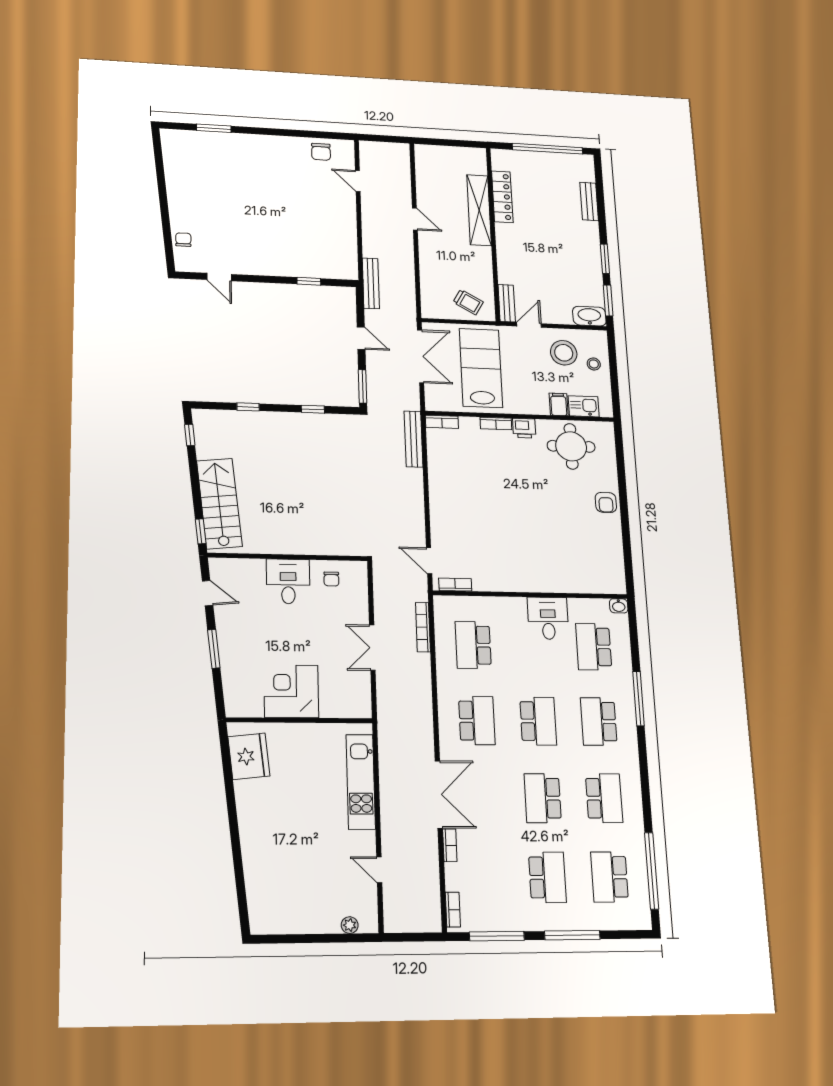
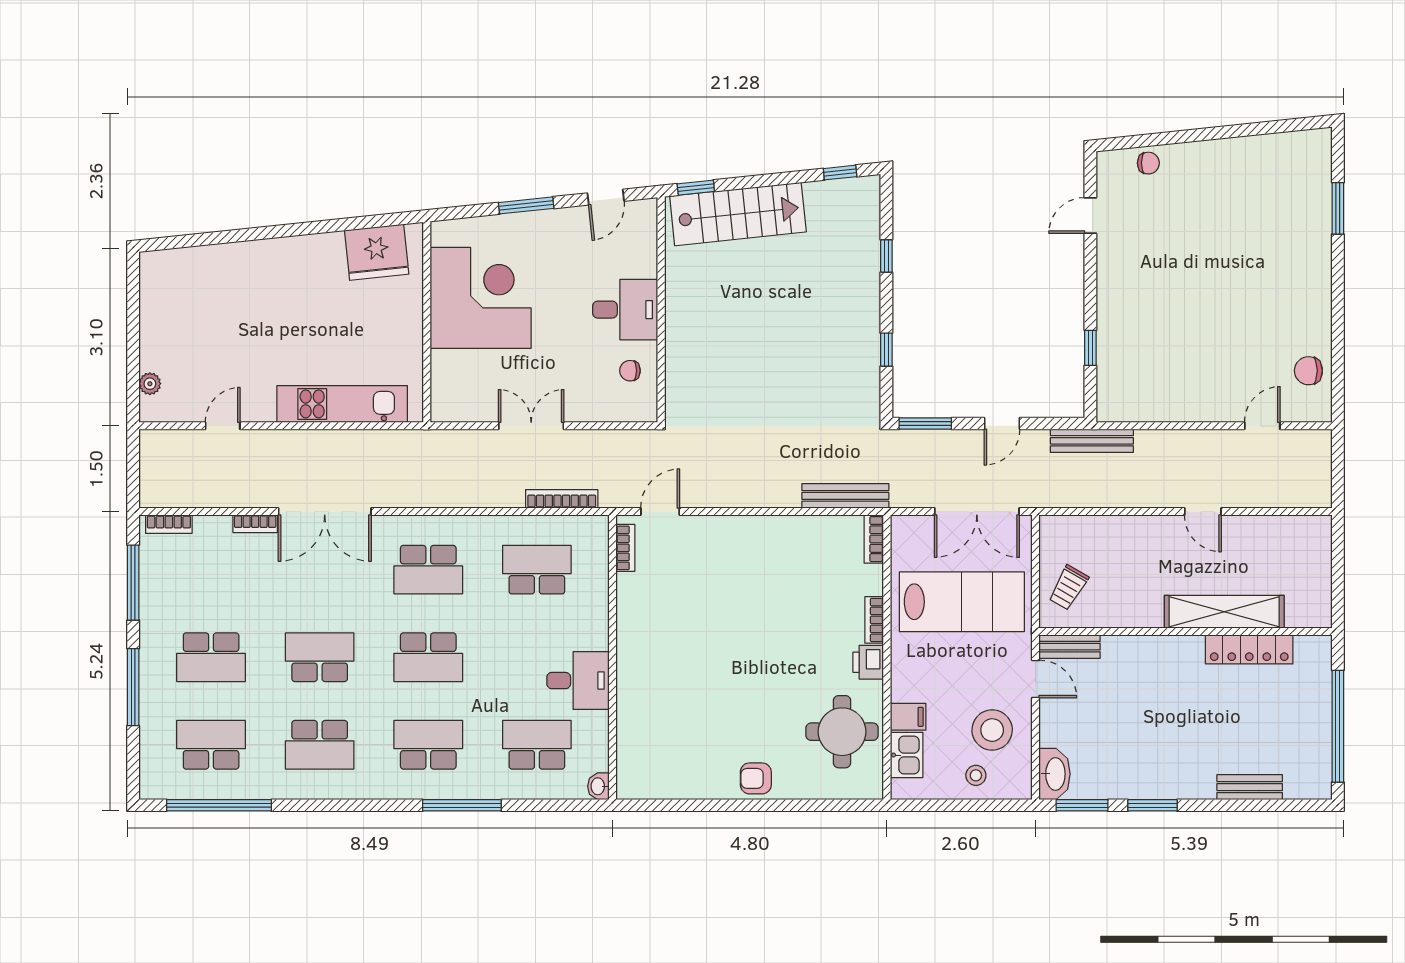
door: (415, 219) -> (1203, 511), hinge flipped
corner desk: (291, 691) -> (481, 298), width x1.36, depth x1.36

